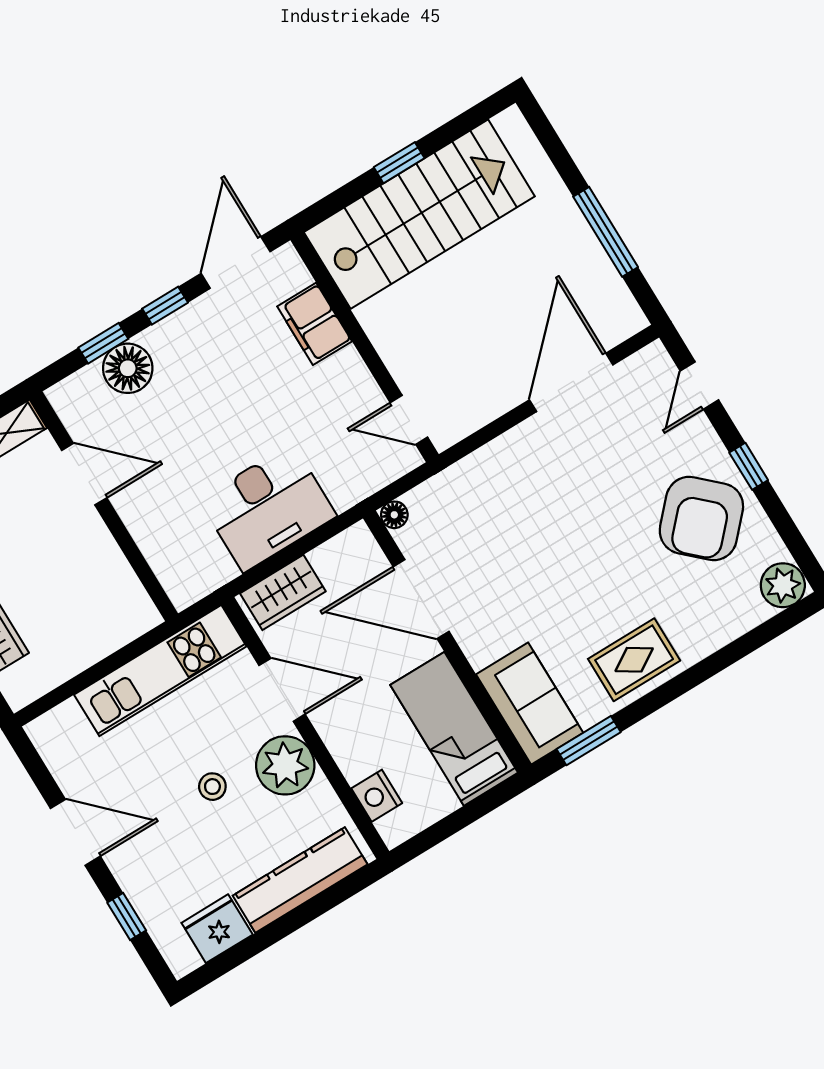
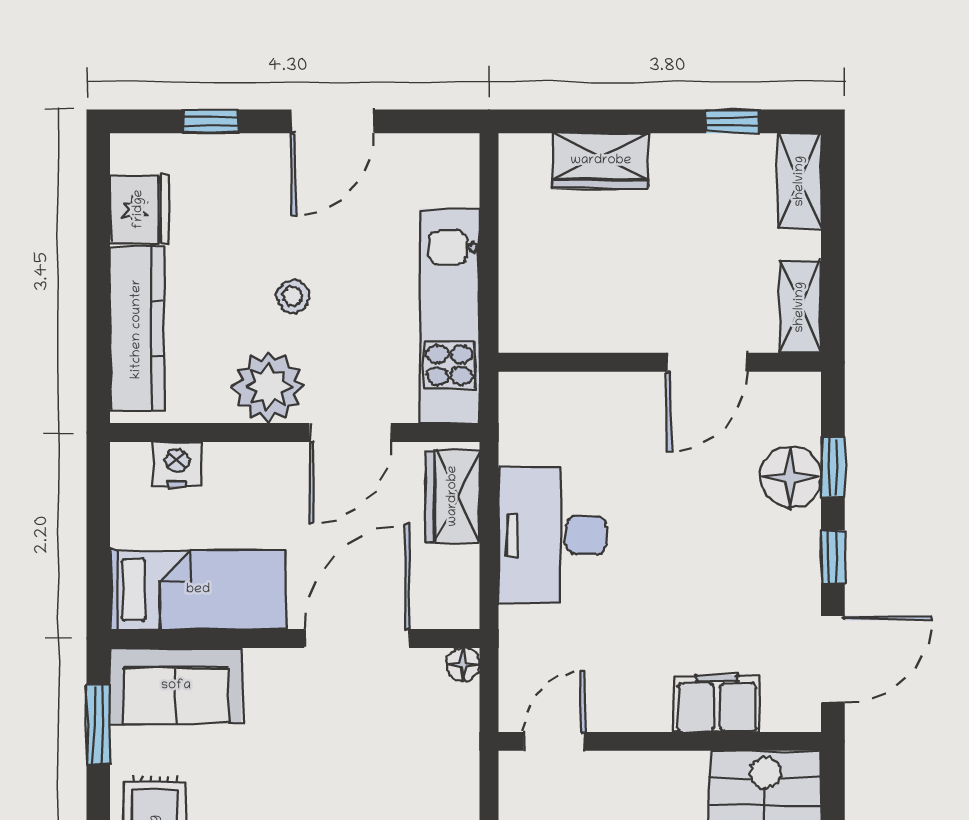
door: (236, 263) -> (833, 660), hinge flipped

